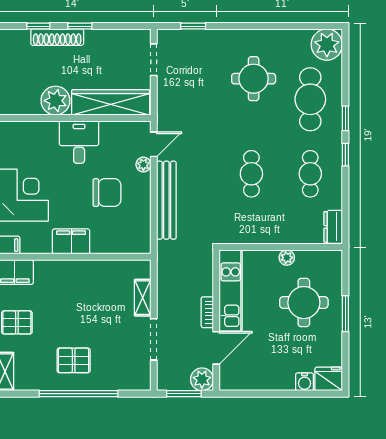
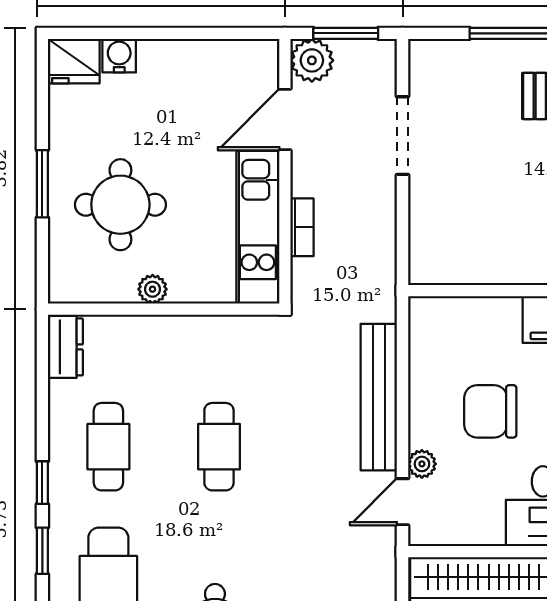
shelving: (143, 298) -> (423, 214), removed
bookcase: (207, 312) -> (302, 227), moved

